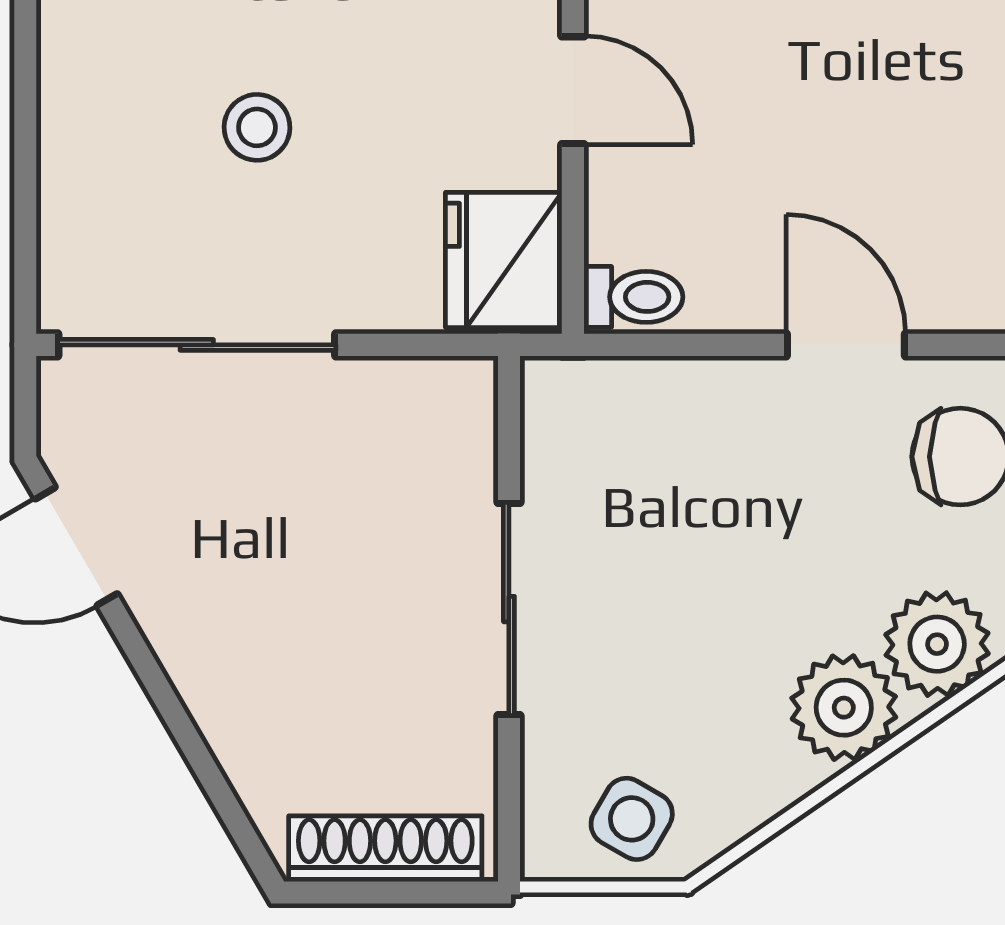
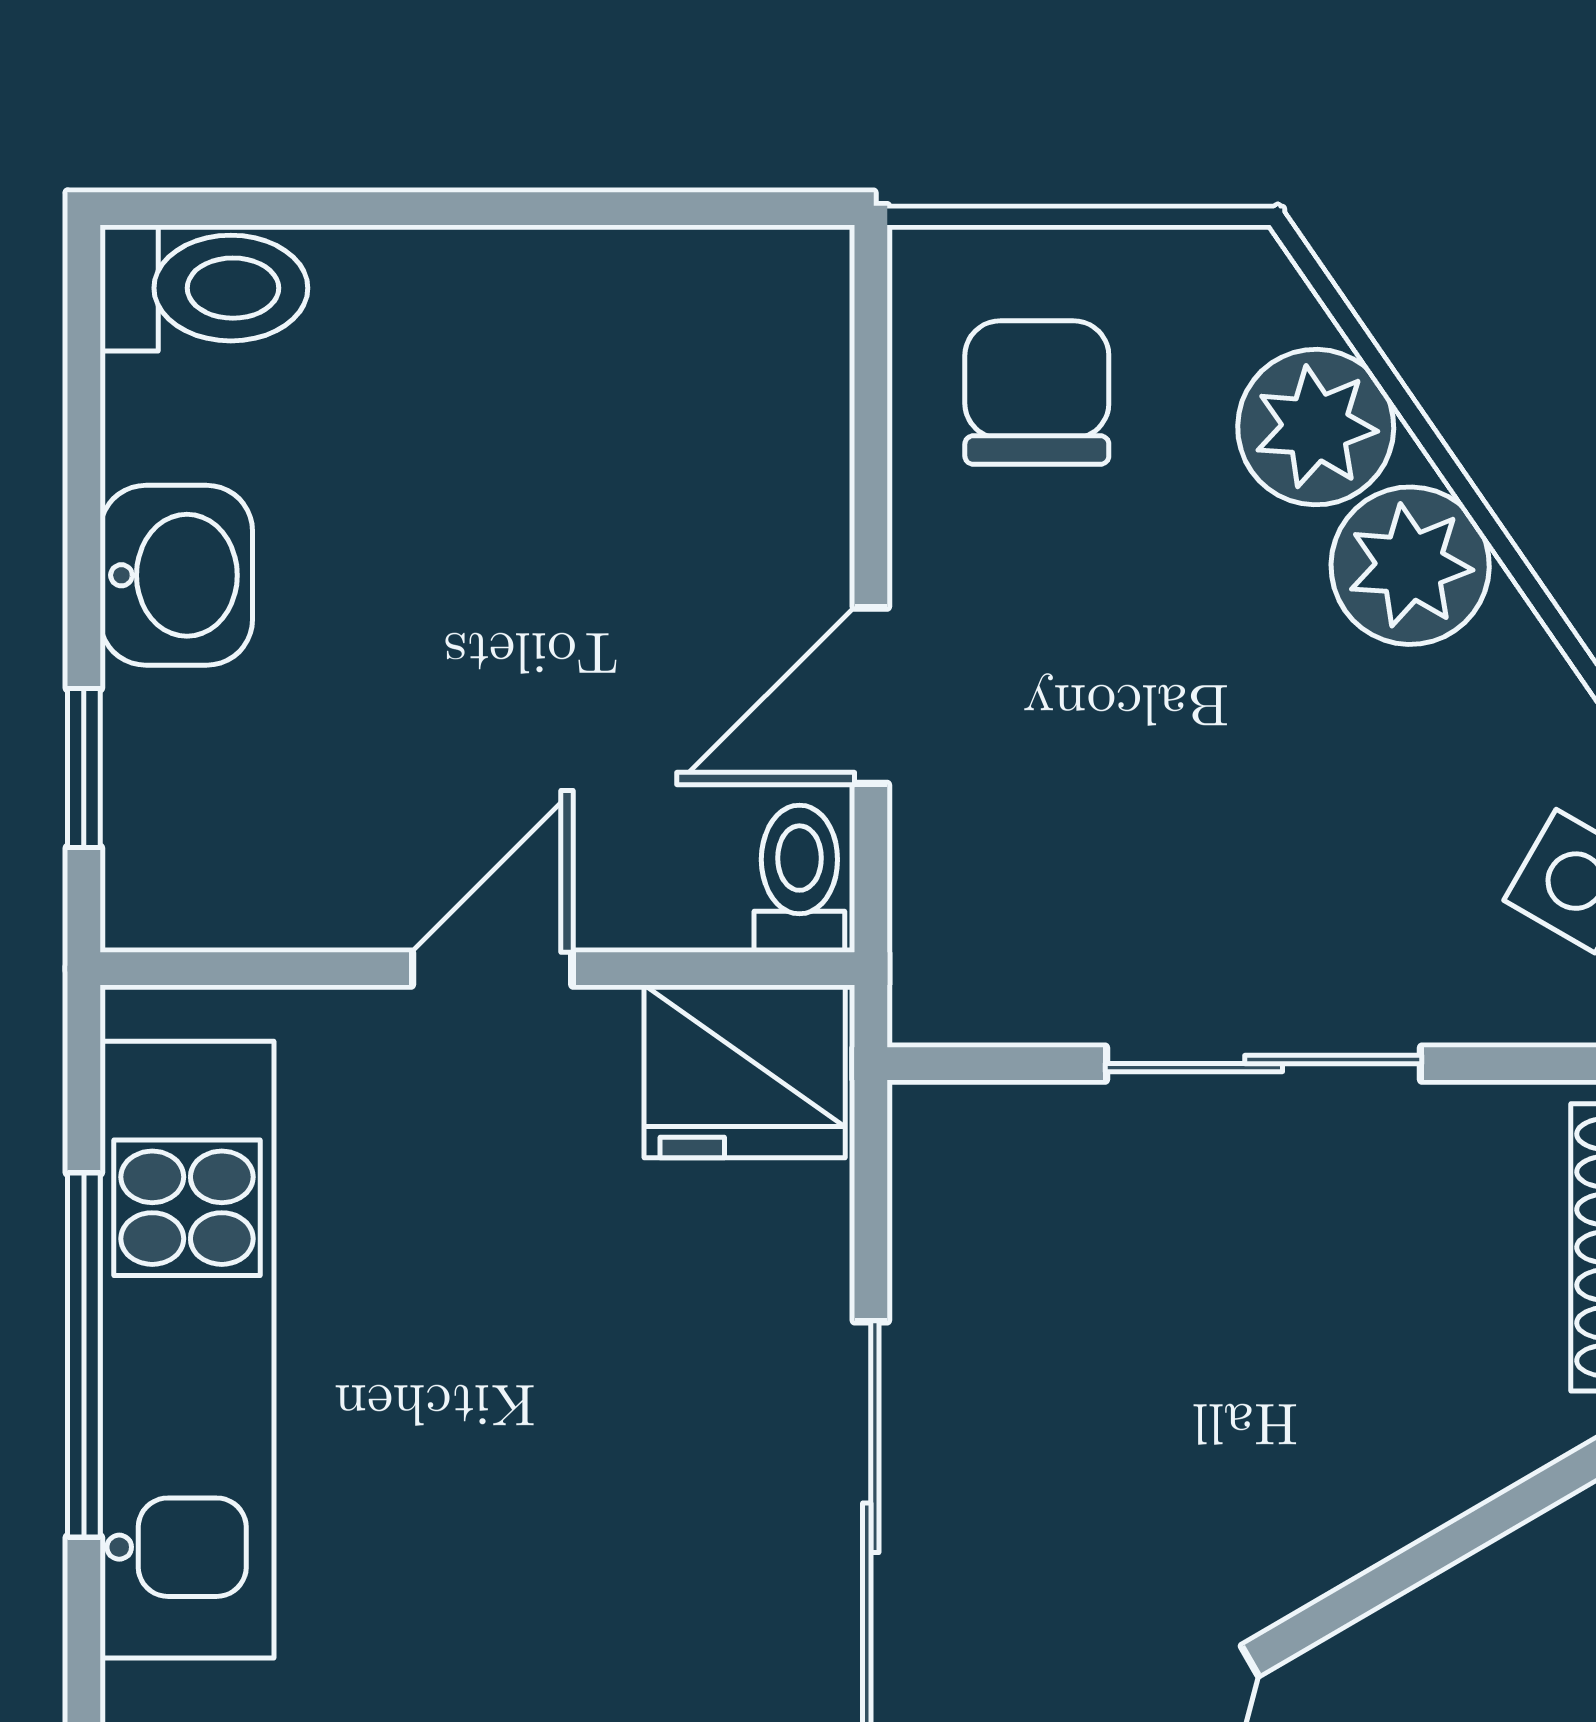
stool: (257, 127) -> (547, 1438), removed
door: (846, 345) -> (871, 696), moved

